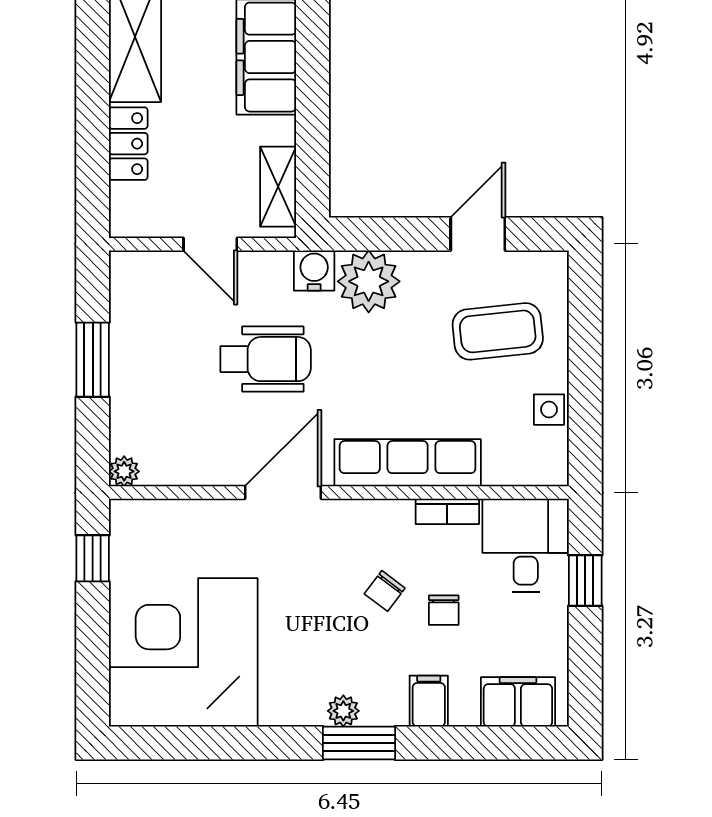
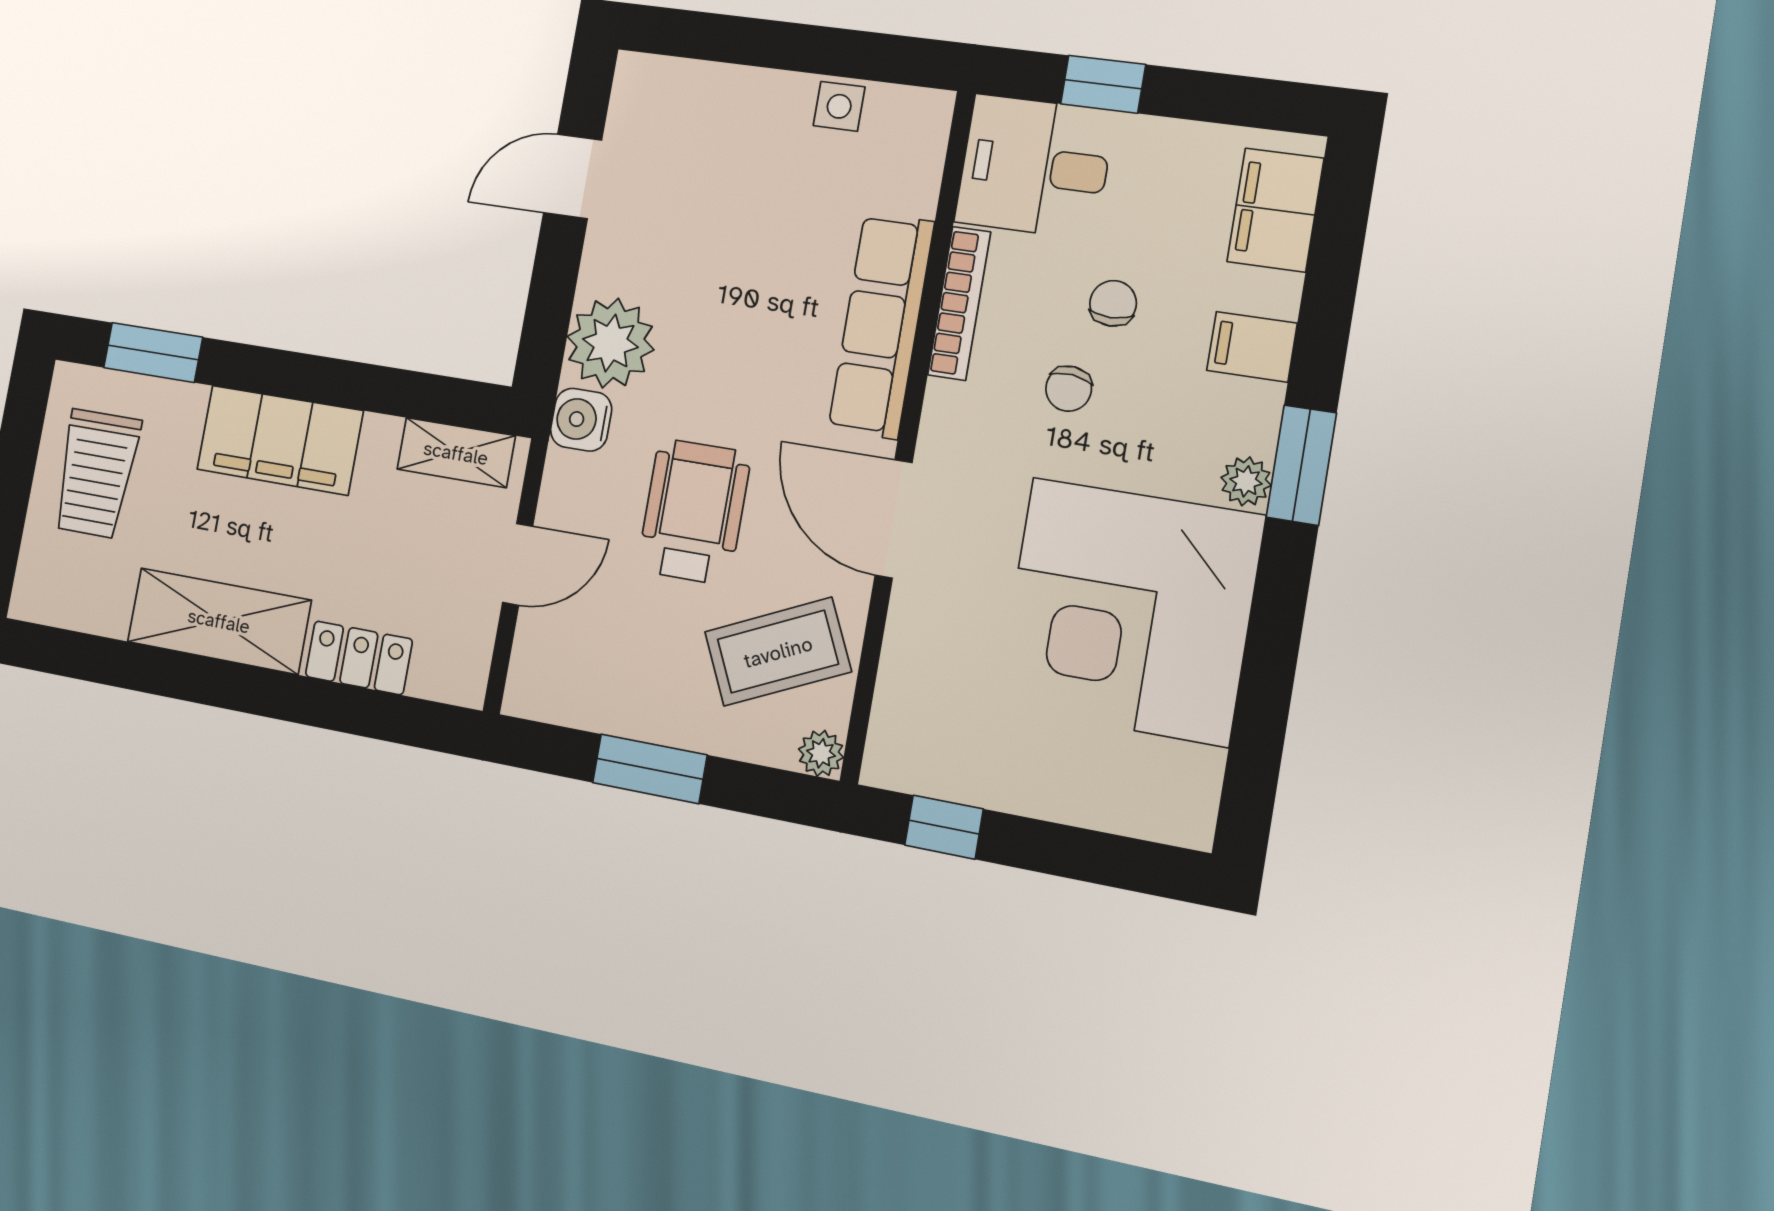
door: (478, 234) -> (573, 176), hinge flipped
coffee table: (498, 331) -> (778, 652), moved, turned 71
bookcase: (447, 511) -> (959, 303), width x1.56
chair: (385, 591) -> (1069, 389), turned 59
chair: (444, 610) -> (1113, 303), turned -90
corner desk: (183, 652) -> (1130, 611), moved

